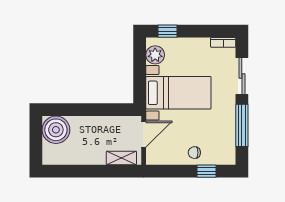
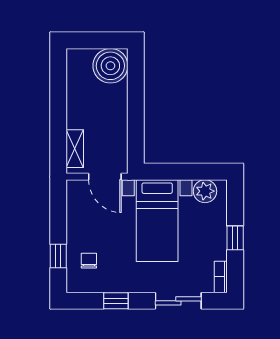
window: (167, 31) -> (235, 238), moved
window: (242, 125) -> (116, 301), width x0.46
chair: (194, 153) -> (89, 261), moved

